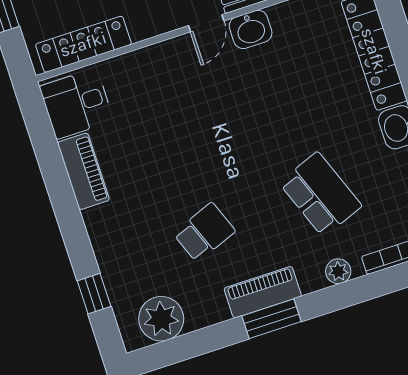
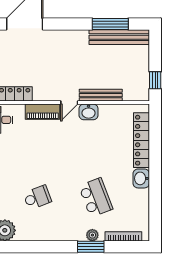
piano: (263, 292) -> (43, 112), moved, turned 180
window: (271, 319) -> (91, 247), moved

